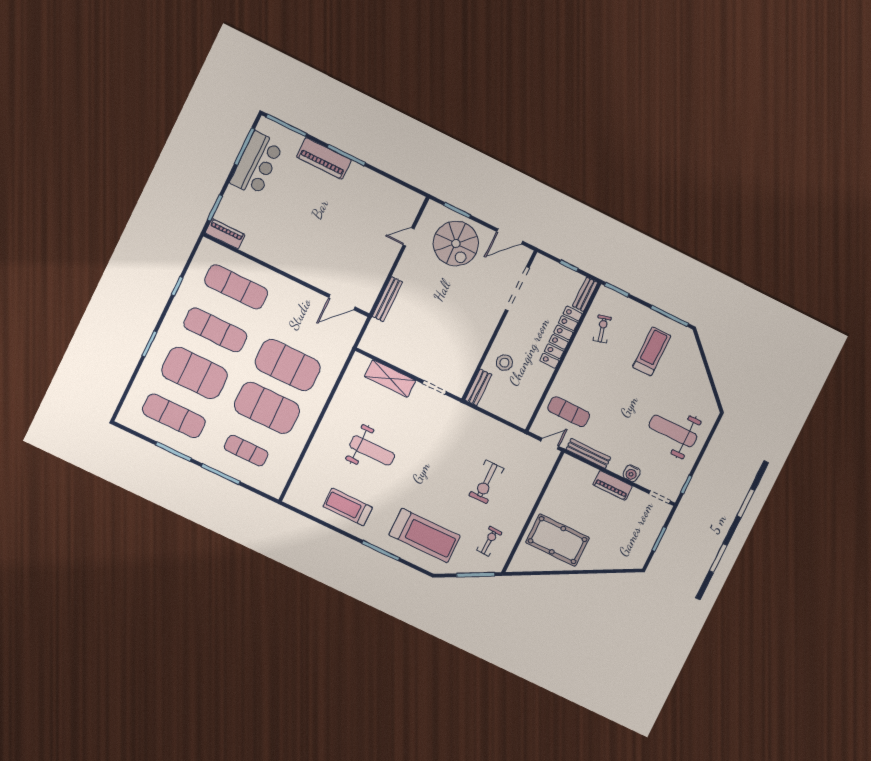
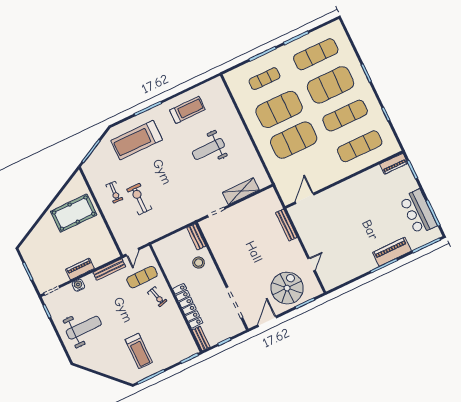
spiral stairs: (456, 243) -> (287, 288), turned 90
exercise bike: (602, 329) -> (157, 297), moved
exercise bike: (489, 541) -> (114, 192), moved

